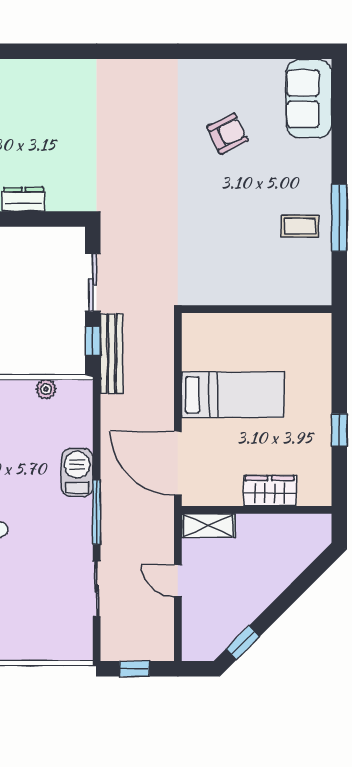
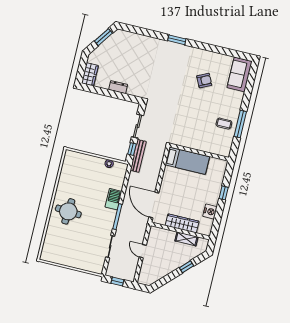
window: (138, 51) -> (177, 40), added
bed: (233, 395) -> (187, 161), moved
window: (339, 430) -> (224, 193), moved
nightstand: (317, 446) -> (210, 212), added
wardrobe: (270, 491) -> (182, 223), width x1.50
shelving: (208, 526) -> (186, 239), moved
window: (243, 643) -> (186, 267), moved

